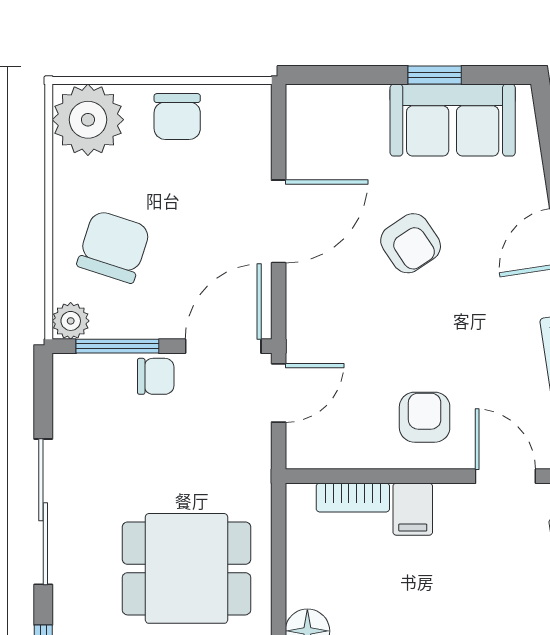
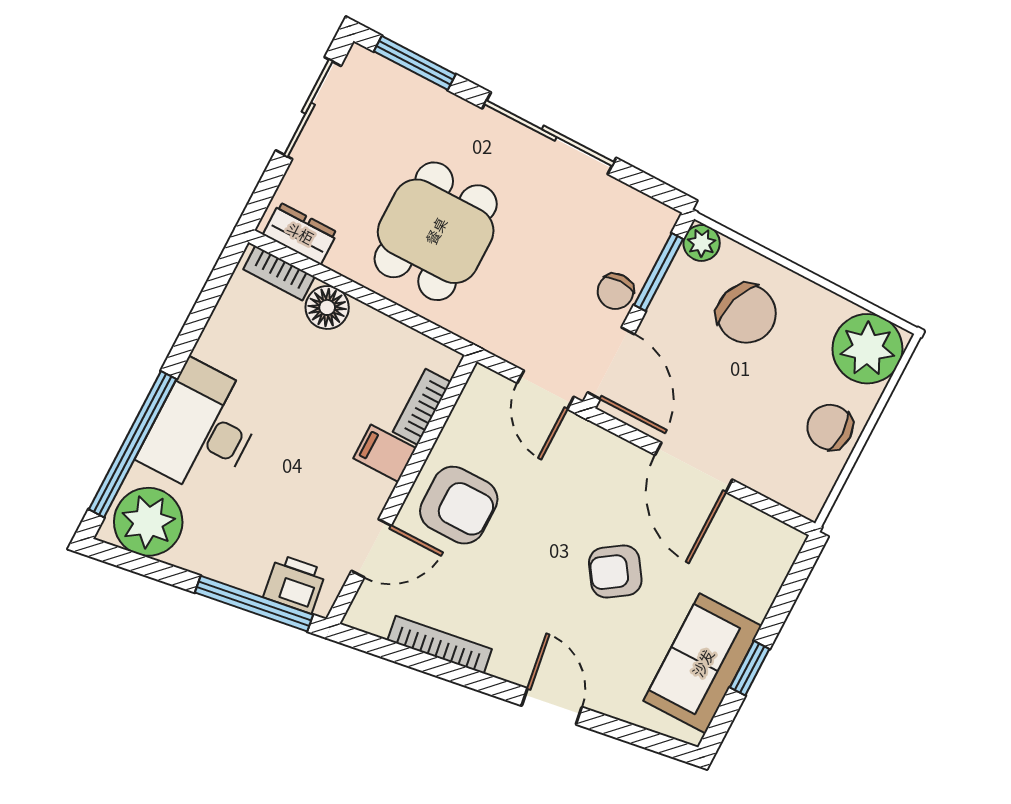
armchair: (425, 417) -> (459, 505), width x1.38, depth x1.38

